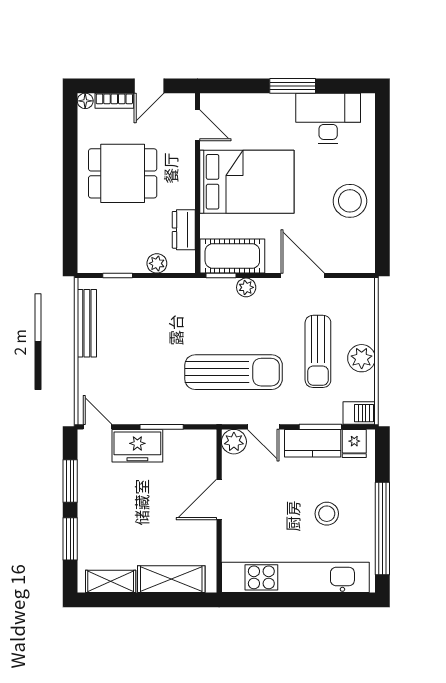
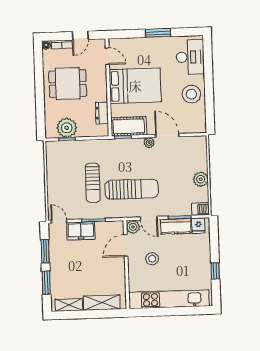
desk: (328, 118) -> (190, 57), moved, turned 90
plant: (157, 263) -> (67, 128), moved, width x1.87, depth x1.87
plant: (246, 287) -> (149, 143), moved
bench: (87, 323) -> (51, 165), removed
sun lounger: (318, 351) -> (93, 183), moved
door: (219, 499) -> (126, 245), moved
stool: (327, 514) -> (152, 259), moved
window: (382, 528) -> (215, 271), width x0.32

